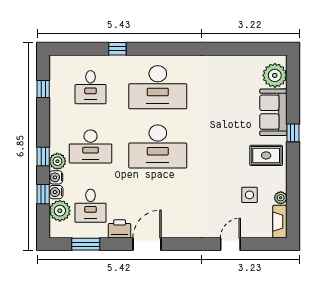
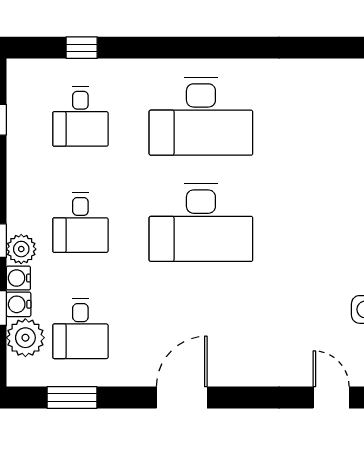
window: (117, 49) -> (82, 48), moved
desk: (91, 146) -> (80, 223), width x0.73
printer: (120, 229) -> (132, 370), removed
door: (230, 244) -> (331, 397), hinge flipped

